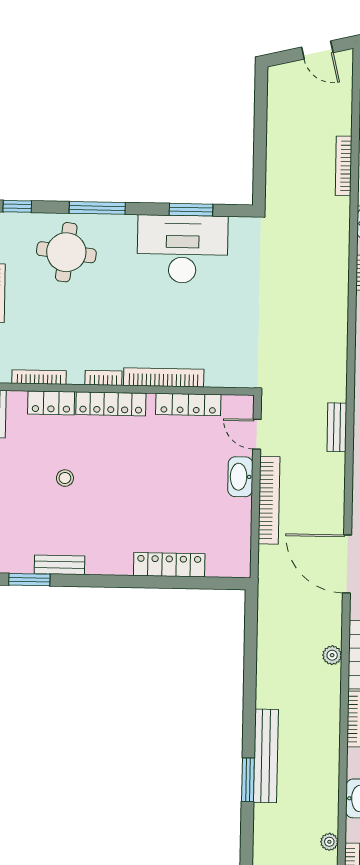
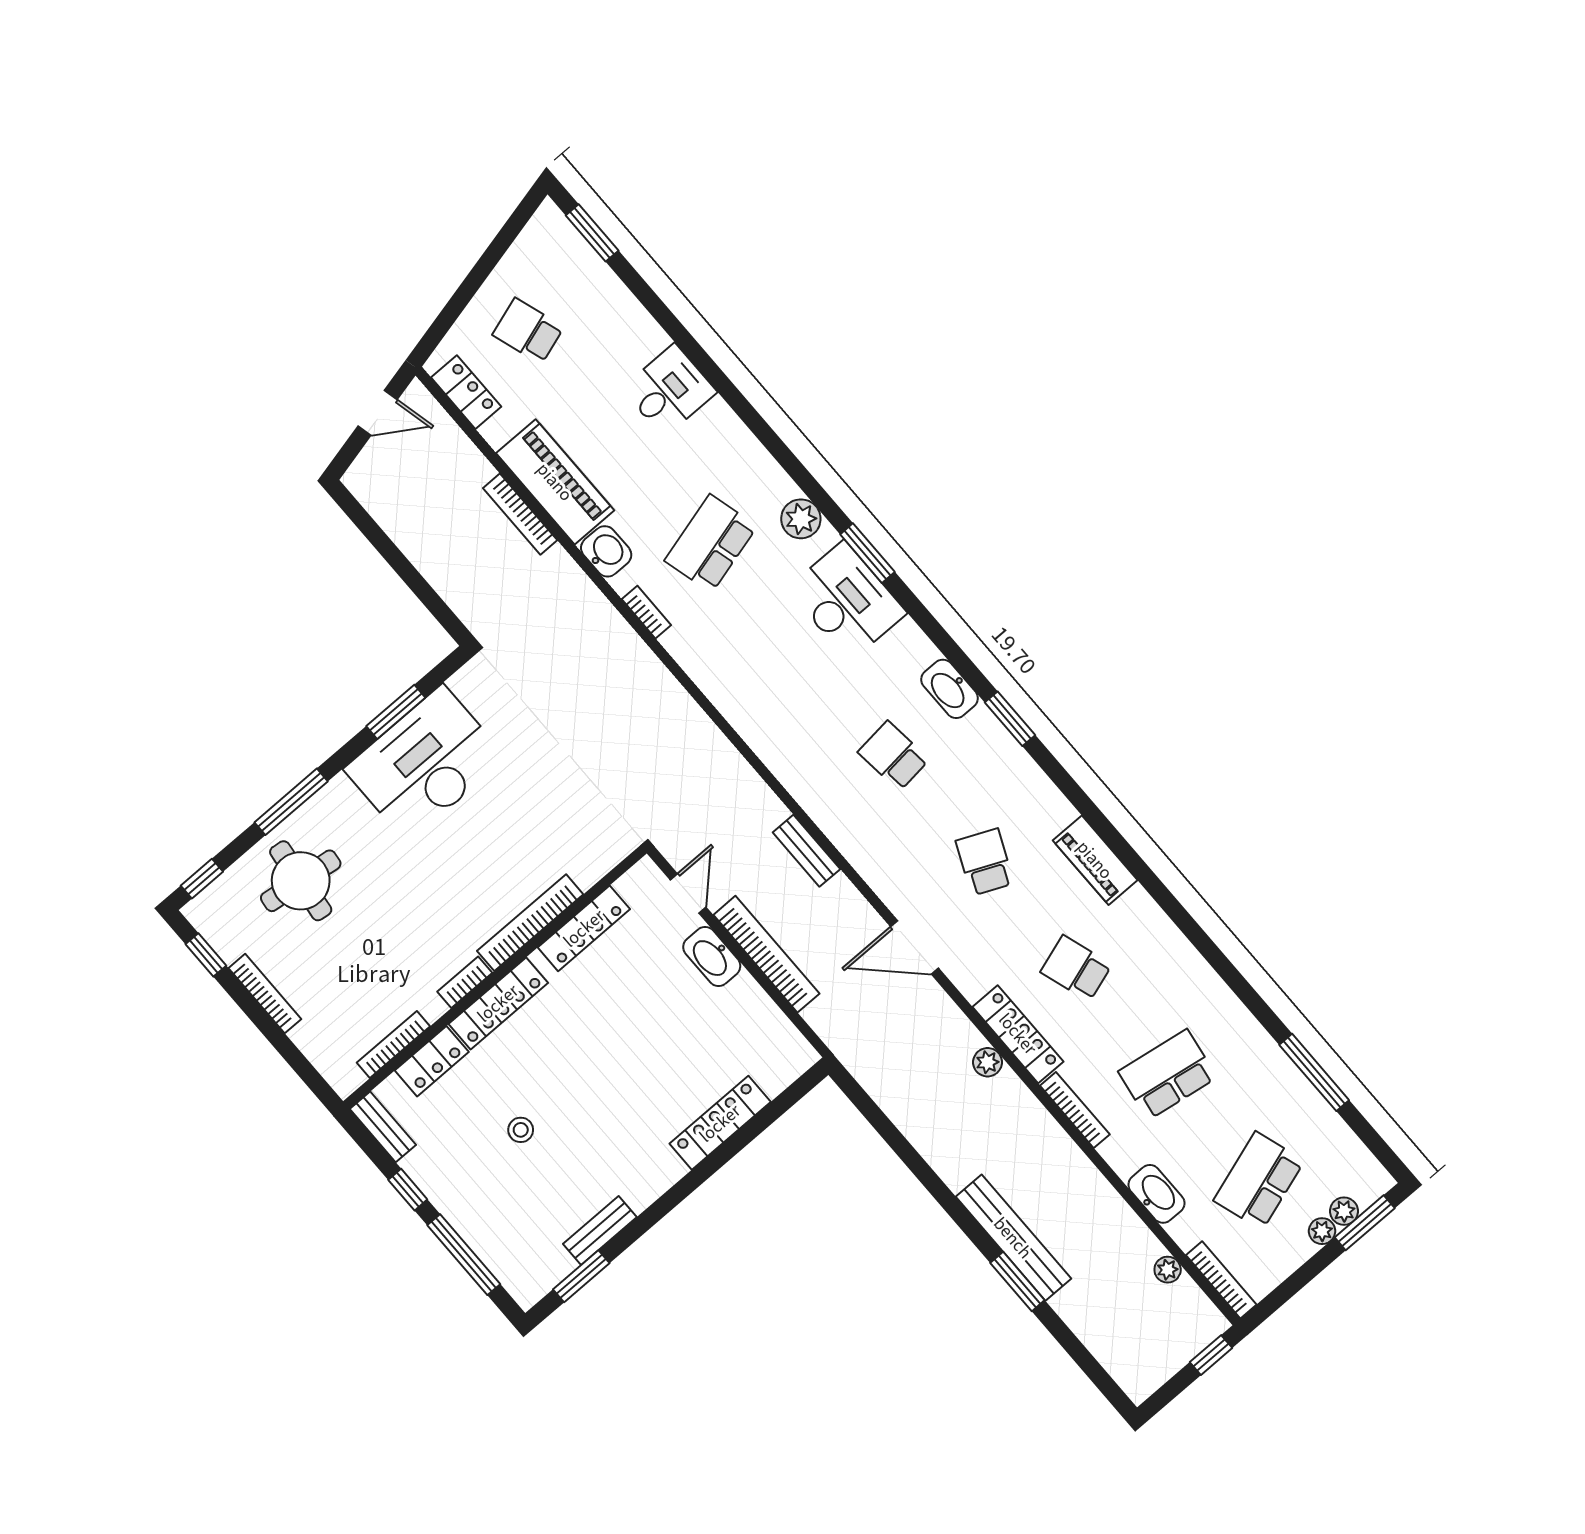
bench: (337, 427) -> (806, 851), moved
door: (257, 434) -> (688, 894), swing flipped
door: (347, 564) -> (914, 947), width x0.73

